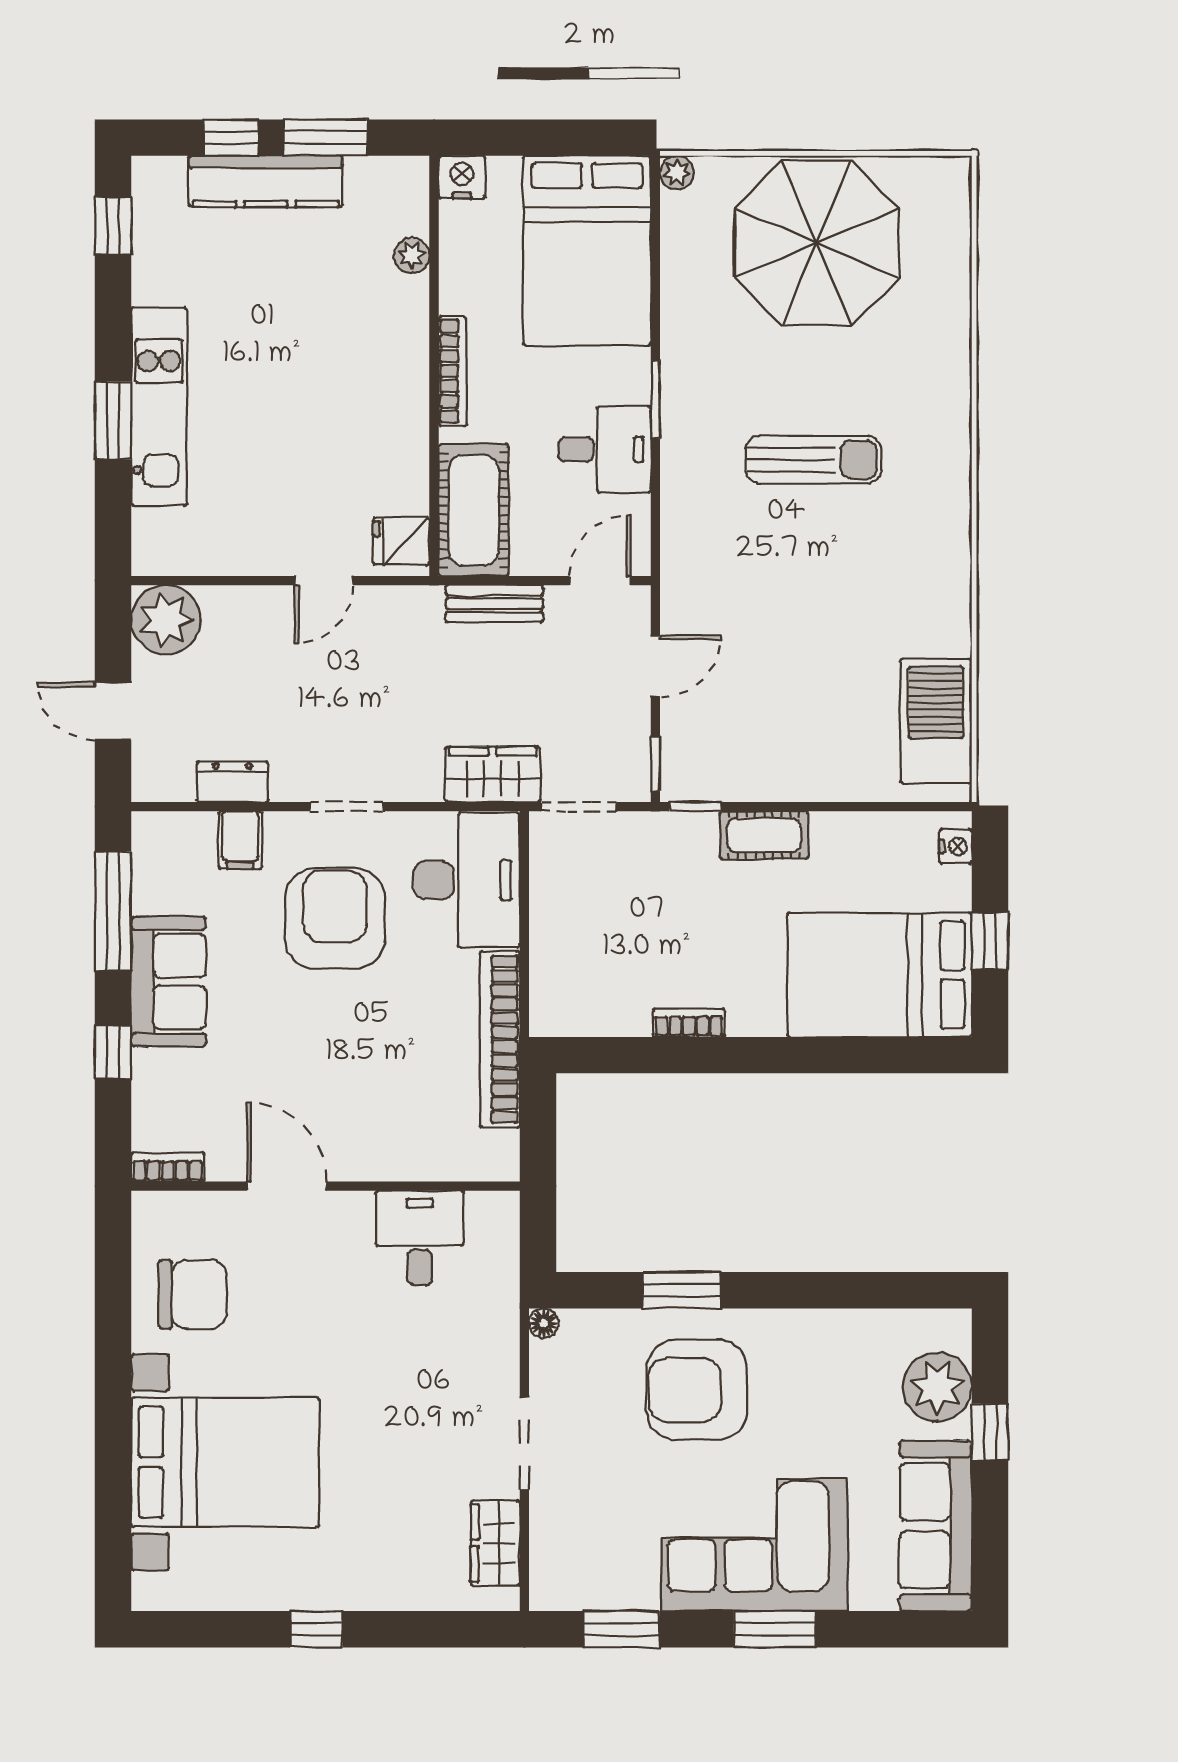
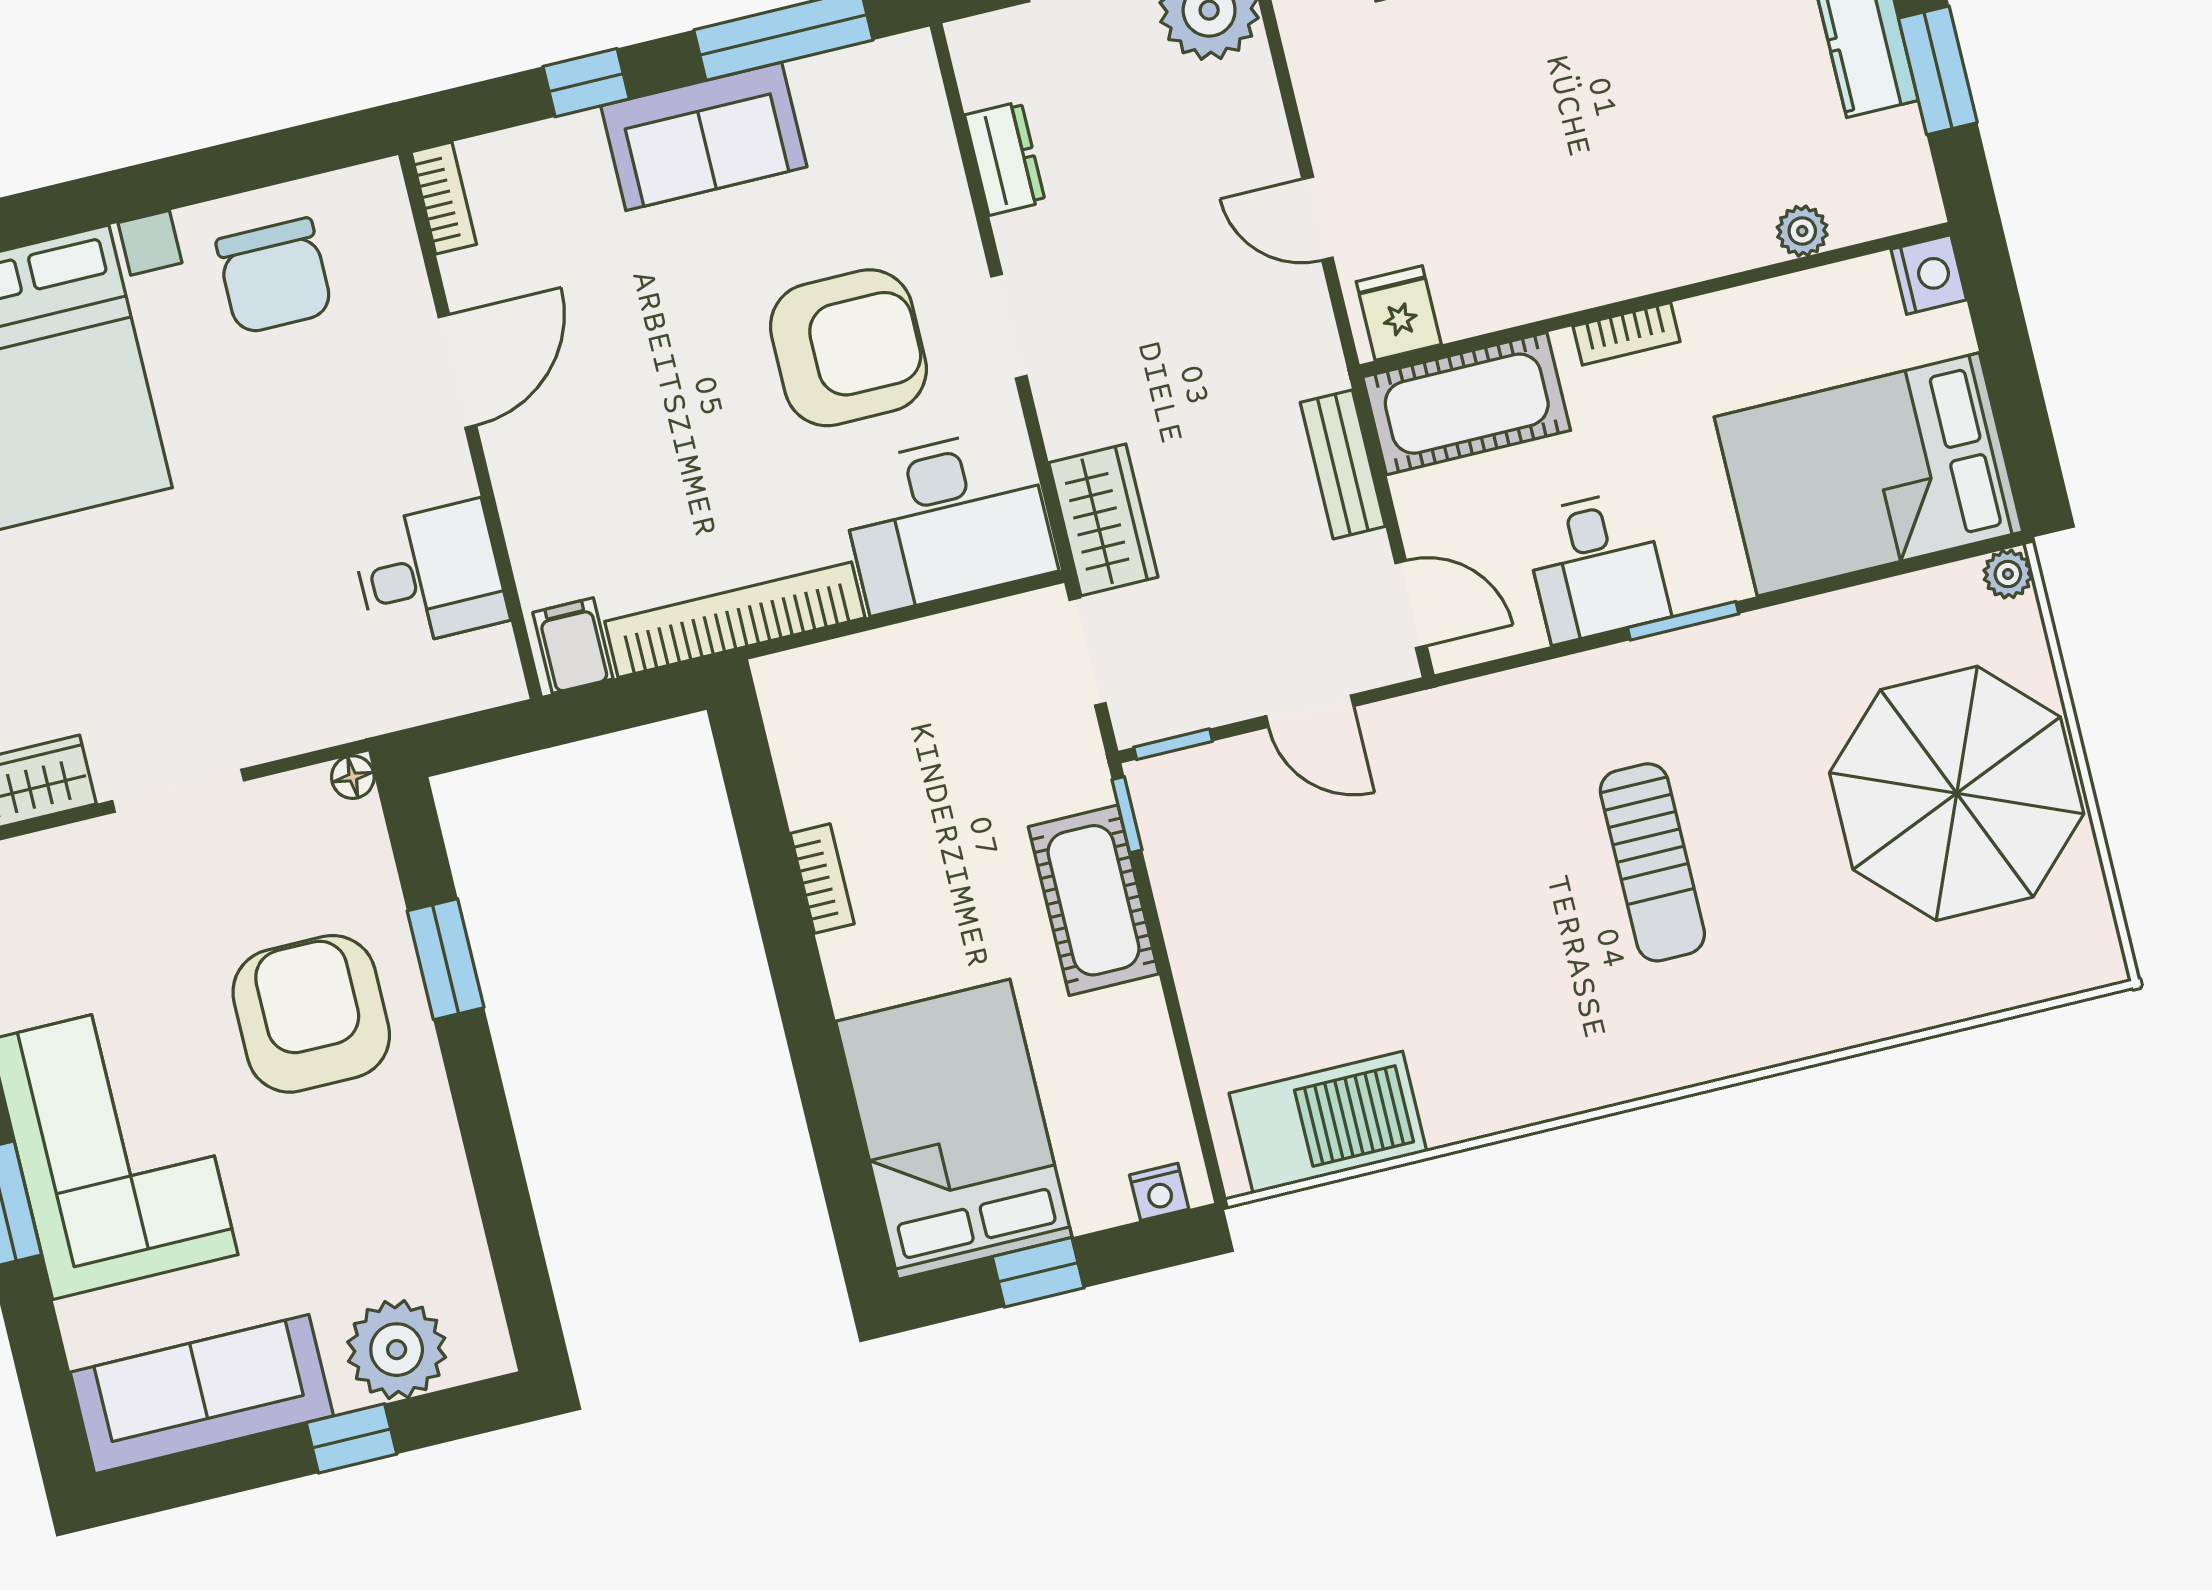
bookcase: (452, 371) -> (1627, 334), width x0.64
cot: (764, 835) -> (1093, 900), width x1.37, depth x1.34
filing cabinet: (240, 840) -> (573, 646), moved, turned 90

